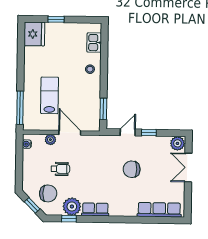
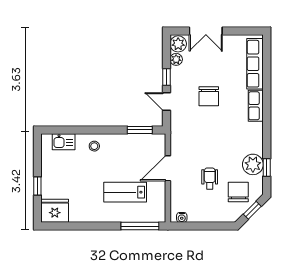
plant: (50, 140) -> (176, 59), moved
row of seats: (95, 209) -> (256, 106), moved

